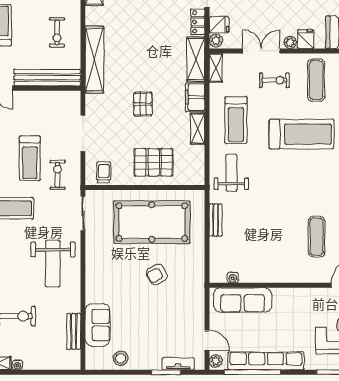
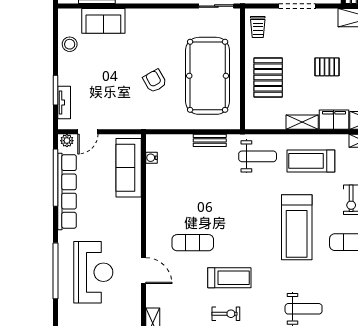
trolley: (104, 172) -> (258, 27), turned 90

